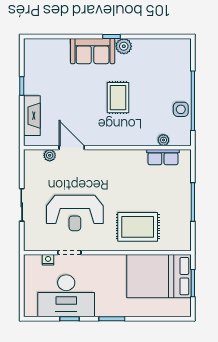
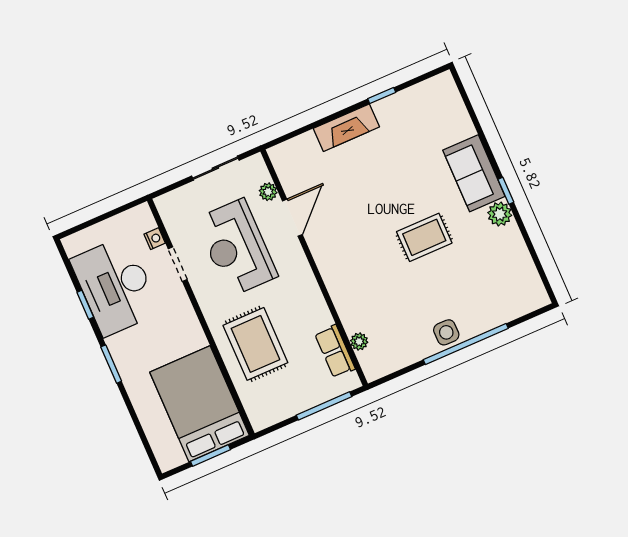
plant: (163, 140) -> (359, 342), moved
door: (72, 148) -> (292, 218), moved
wall: (107, 148) -> (314, 268), moved
plant: (50, 155) -> (268, 192), moved
row of seats: (163, 157) -> (335, 351), moved

